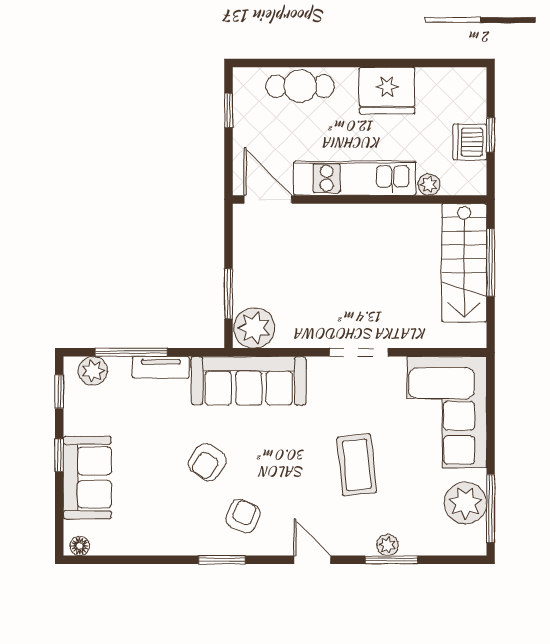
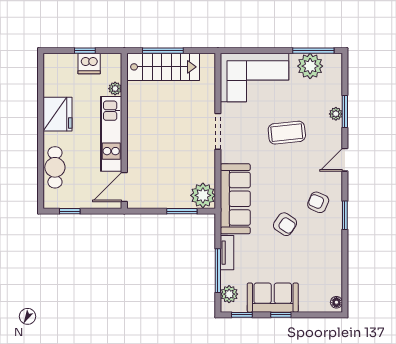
sofa: (87, 478) -> (273, 298), moved

